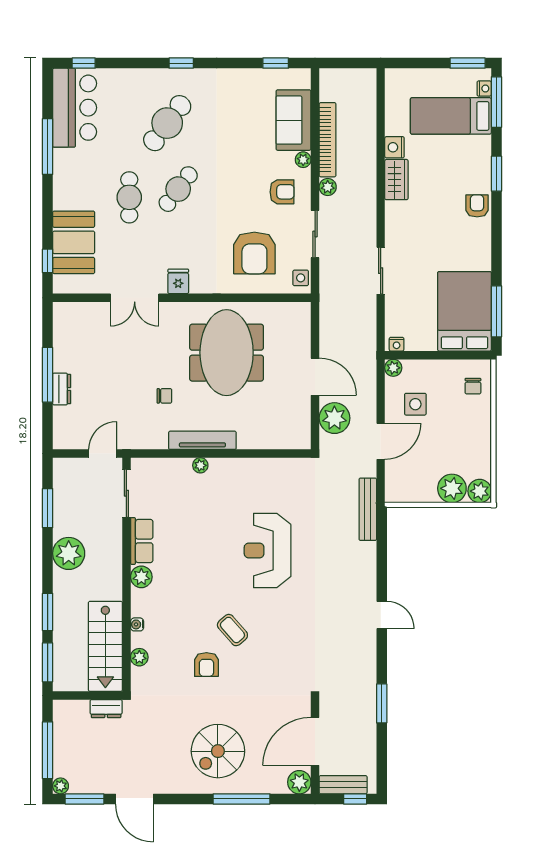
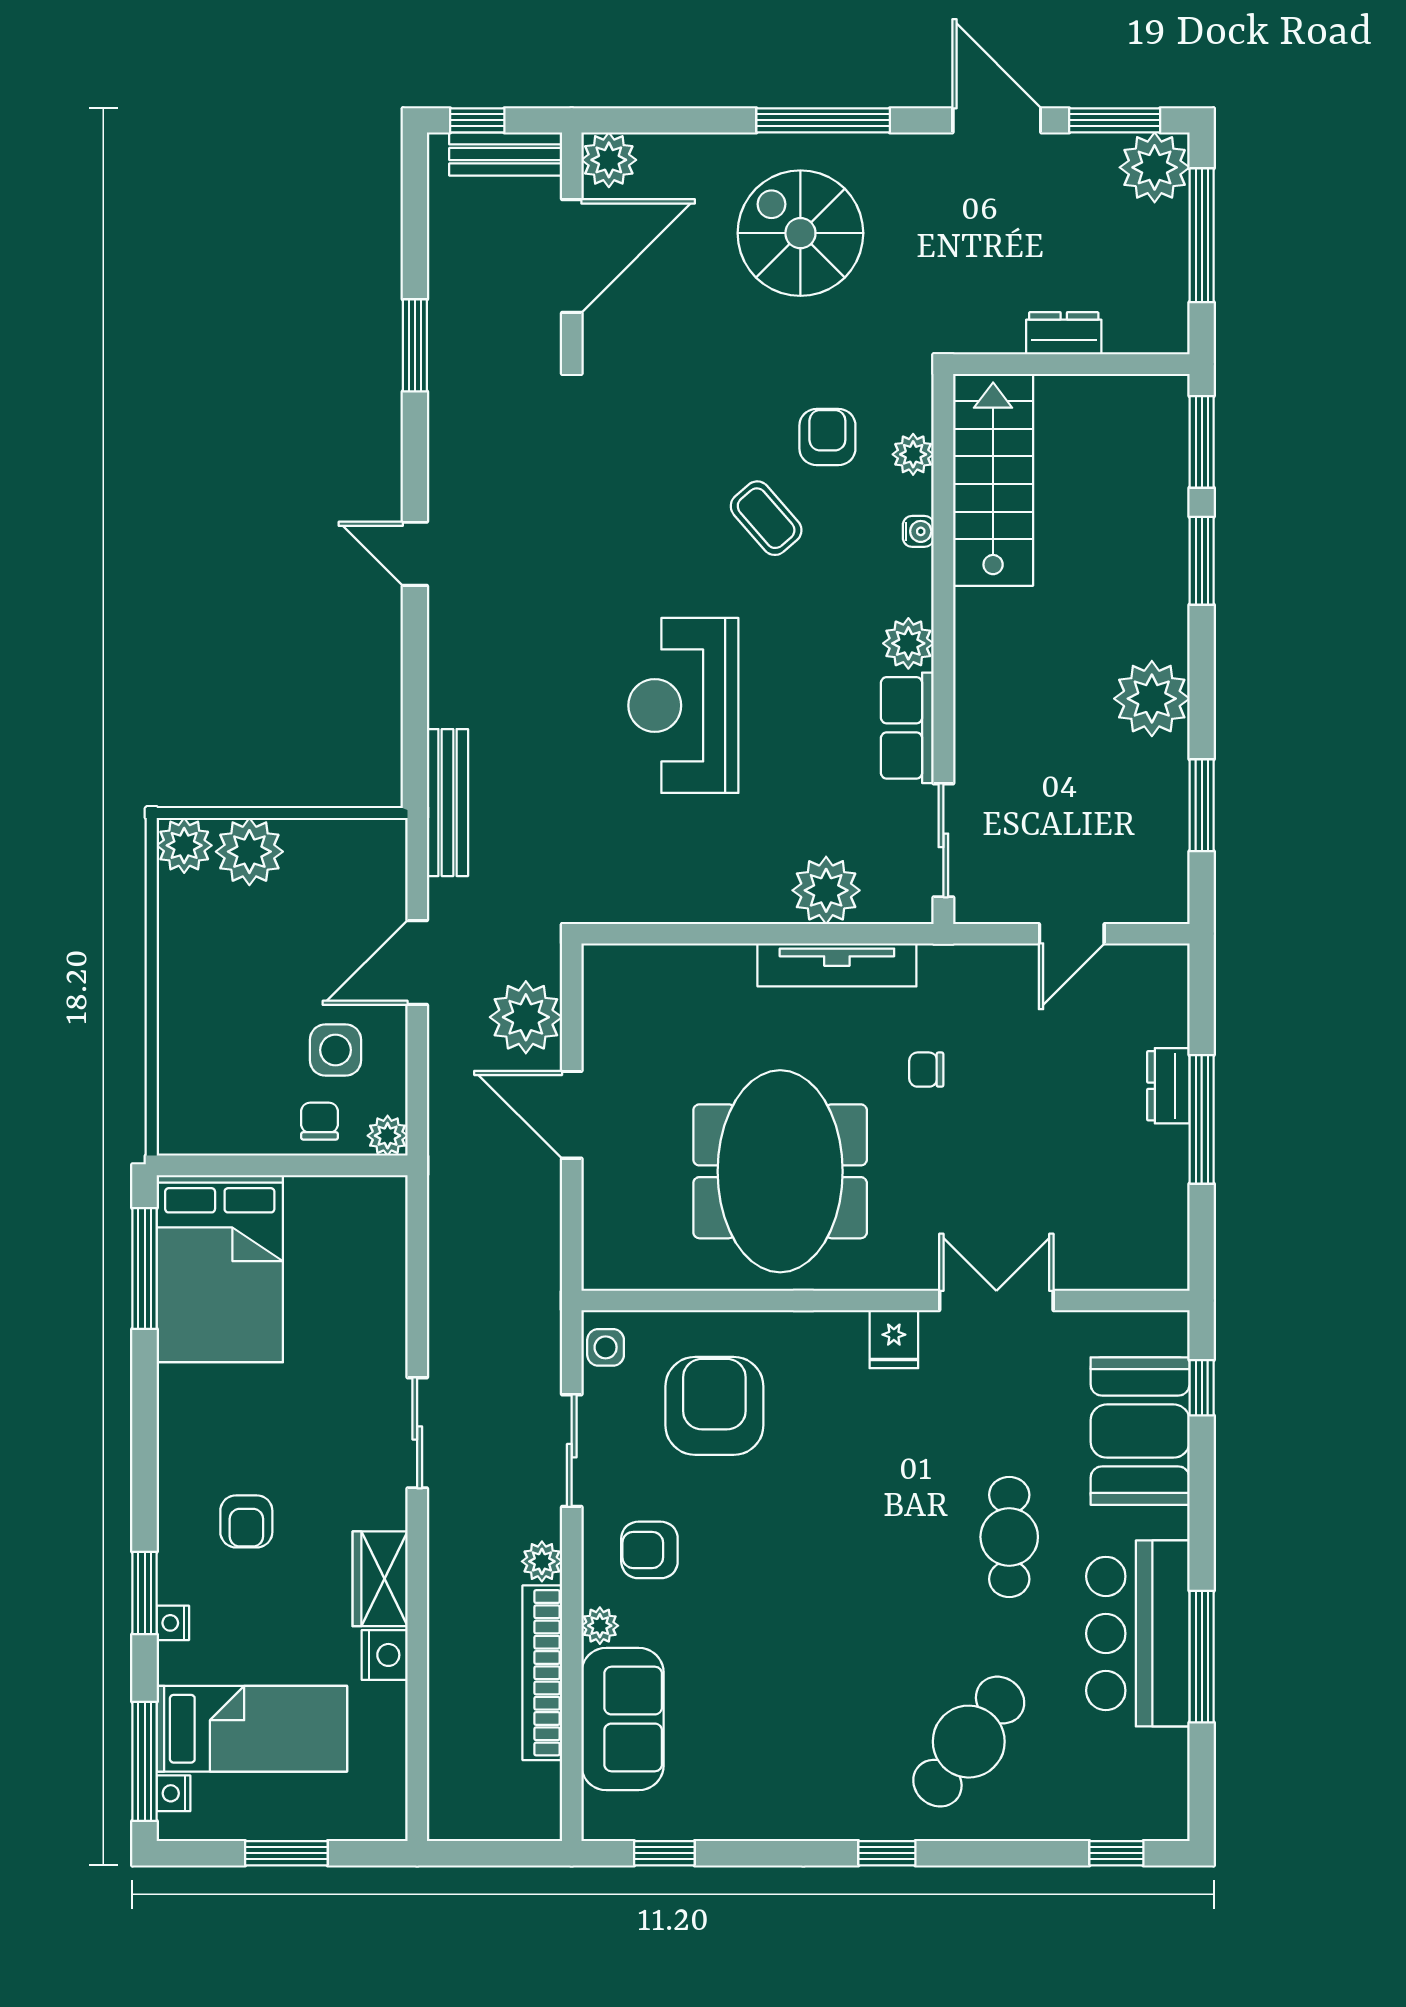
window: (468, 63) -> (286, 1853), moved
bar counter: (75, 108) -> (1138, 1633), moved
cafe table: (167, 123) -> (969, 1742), moved
cafe table: (178, 189) -> (894, 1557), removed
armchair: (477, 206) -> (246, 1521), moved
sliding door: (381, 271) -> (417, 1433), moved
nightstand: (397, 344) -> (173, 1623), moved, turned -90
chair: (473, 386) -> (320, 1121), moved
plant: (200, 465) -> (826, 890), width x1.88, depth x1.88
sliding door: (126, 493) -> (943, 840), moved
row of seats: (142, 541) -> (907, 728), moved
reception desk: (268, 550) -> (683, 705), turned 180
wall: (126, 575) -> (943, 649), moved
plant: (141, 577) -> (908, 643), moved
water cooler: (137, 624) -> (918, 531), moved
stairs: (105, 646) -> (993, 480), moved
plant: (139, 657) -> (913, 454), moved
spiral stairs: (218, 751) -> (800, 233), turned -90
plant: (61, 786) -> (1155, 167), width x1.87, depth x1.87
window: (242, 799) -> (823, 120), moved

